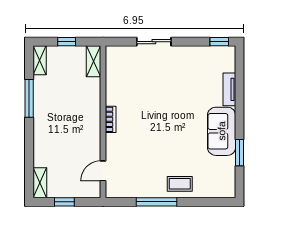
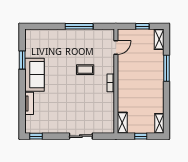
window: (29, 98) -> (166, 68), moved
coffee table: (180, 184) -> (85, 70), moved

